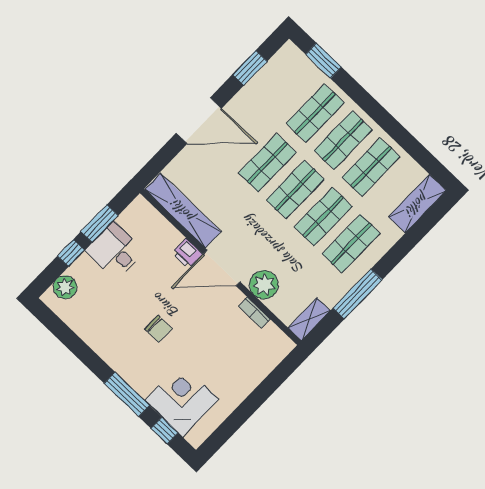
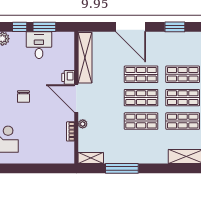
shop shelf: (351, 244) -> (141, 144), removed
plant: (264, 285) -> (83, 124), width x0.53, depth x0.53

